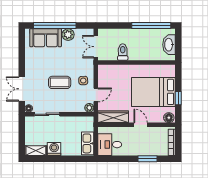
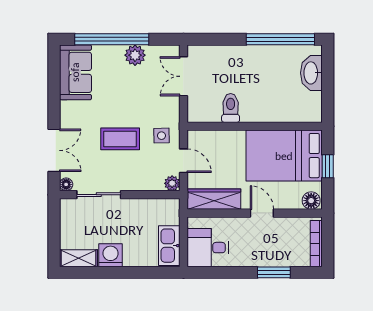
sofa: (46, 38) -> (75, 72), moved, turned -90
toilet: (123, 52) -> (231, 108), moved
wall: (137, 62) -> (255, 126), moved
double door: (22, 89) -> (54, 150), swing flipped
door: (96, 95) -> (183, 161), hinge flipped

